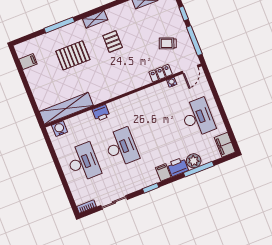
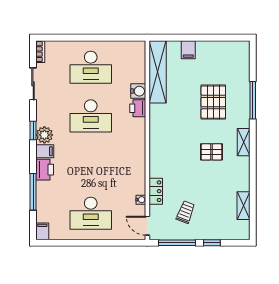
filing cabinet: (28, 62) -> (188, 50), moved
water cooler: (60, 129) -> (138, 91), moved
filing cabinet: (225, 145) -> (42, 231), width x0.50
plant: (194, 161) -> (44, 135), moved

